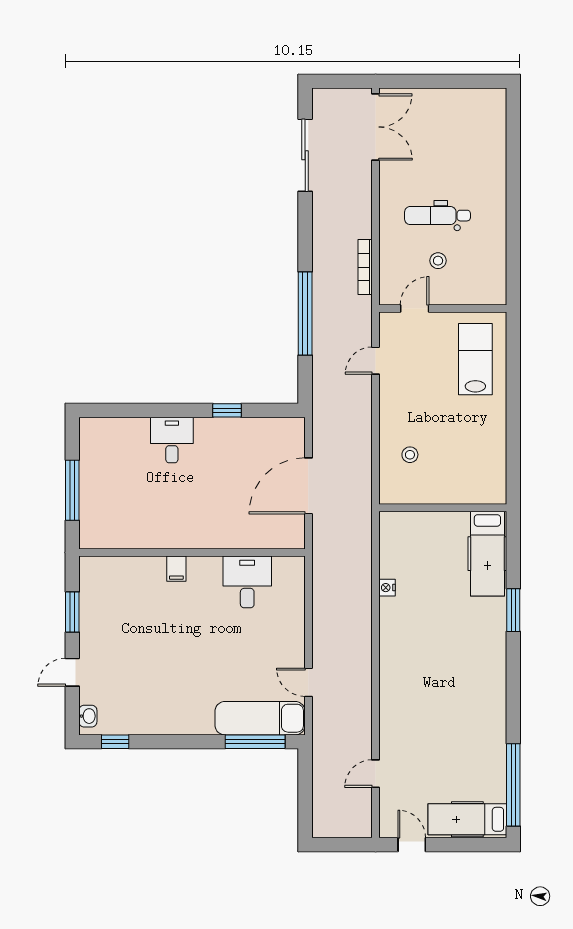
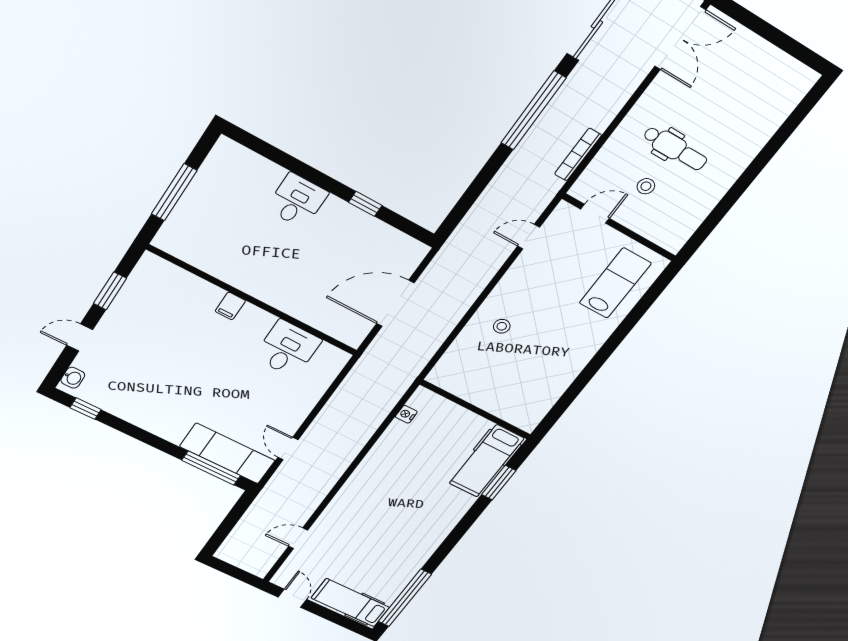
dental chair: (438, 216) -> (675, 148), turned 180
window: (305, 313) -> (533, 110), moved
wall: (443, 508) -> (476, 410), moved
hospital bed: (487, 554) -> (487, 461), moved

